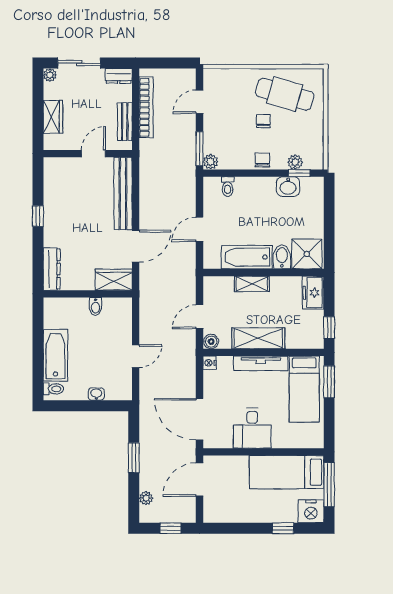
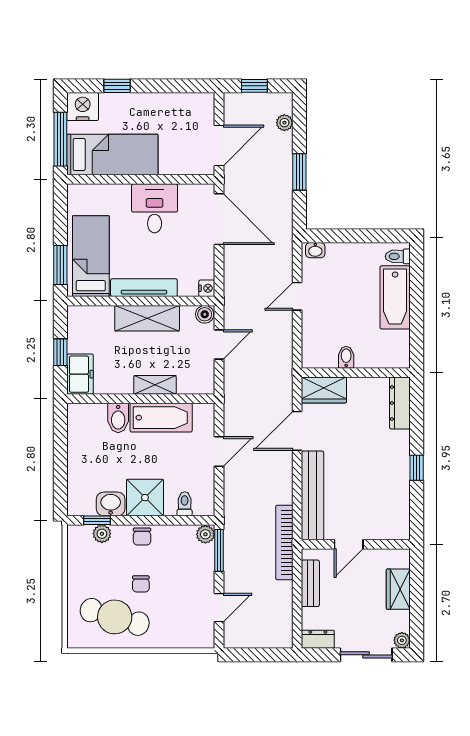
bookcase: (146, 107) -> (284, 543), moved
shower: (307, 254) -> (145, 498), moved
window: (329, 328) -> (60, 352), moved
washbasin: (96, 394) -> (315, 250), moved

